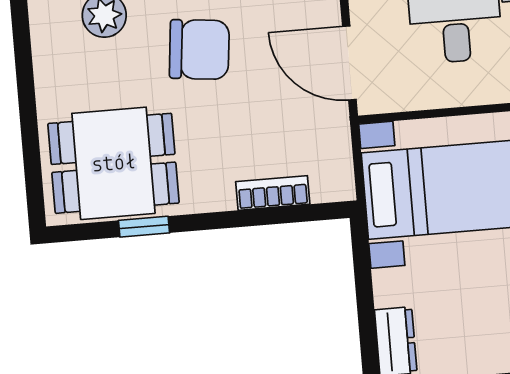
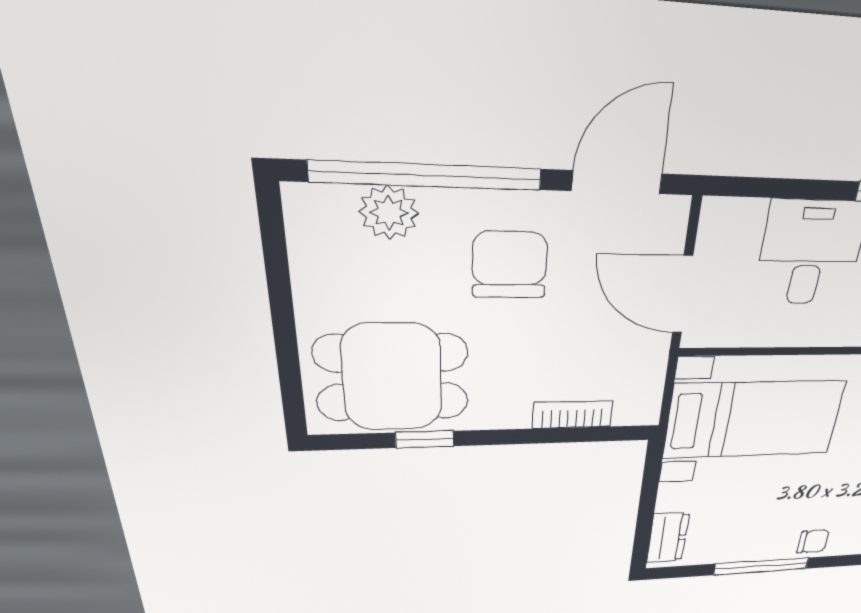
chair: (199, 49) -> (510, 265), turned -96

